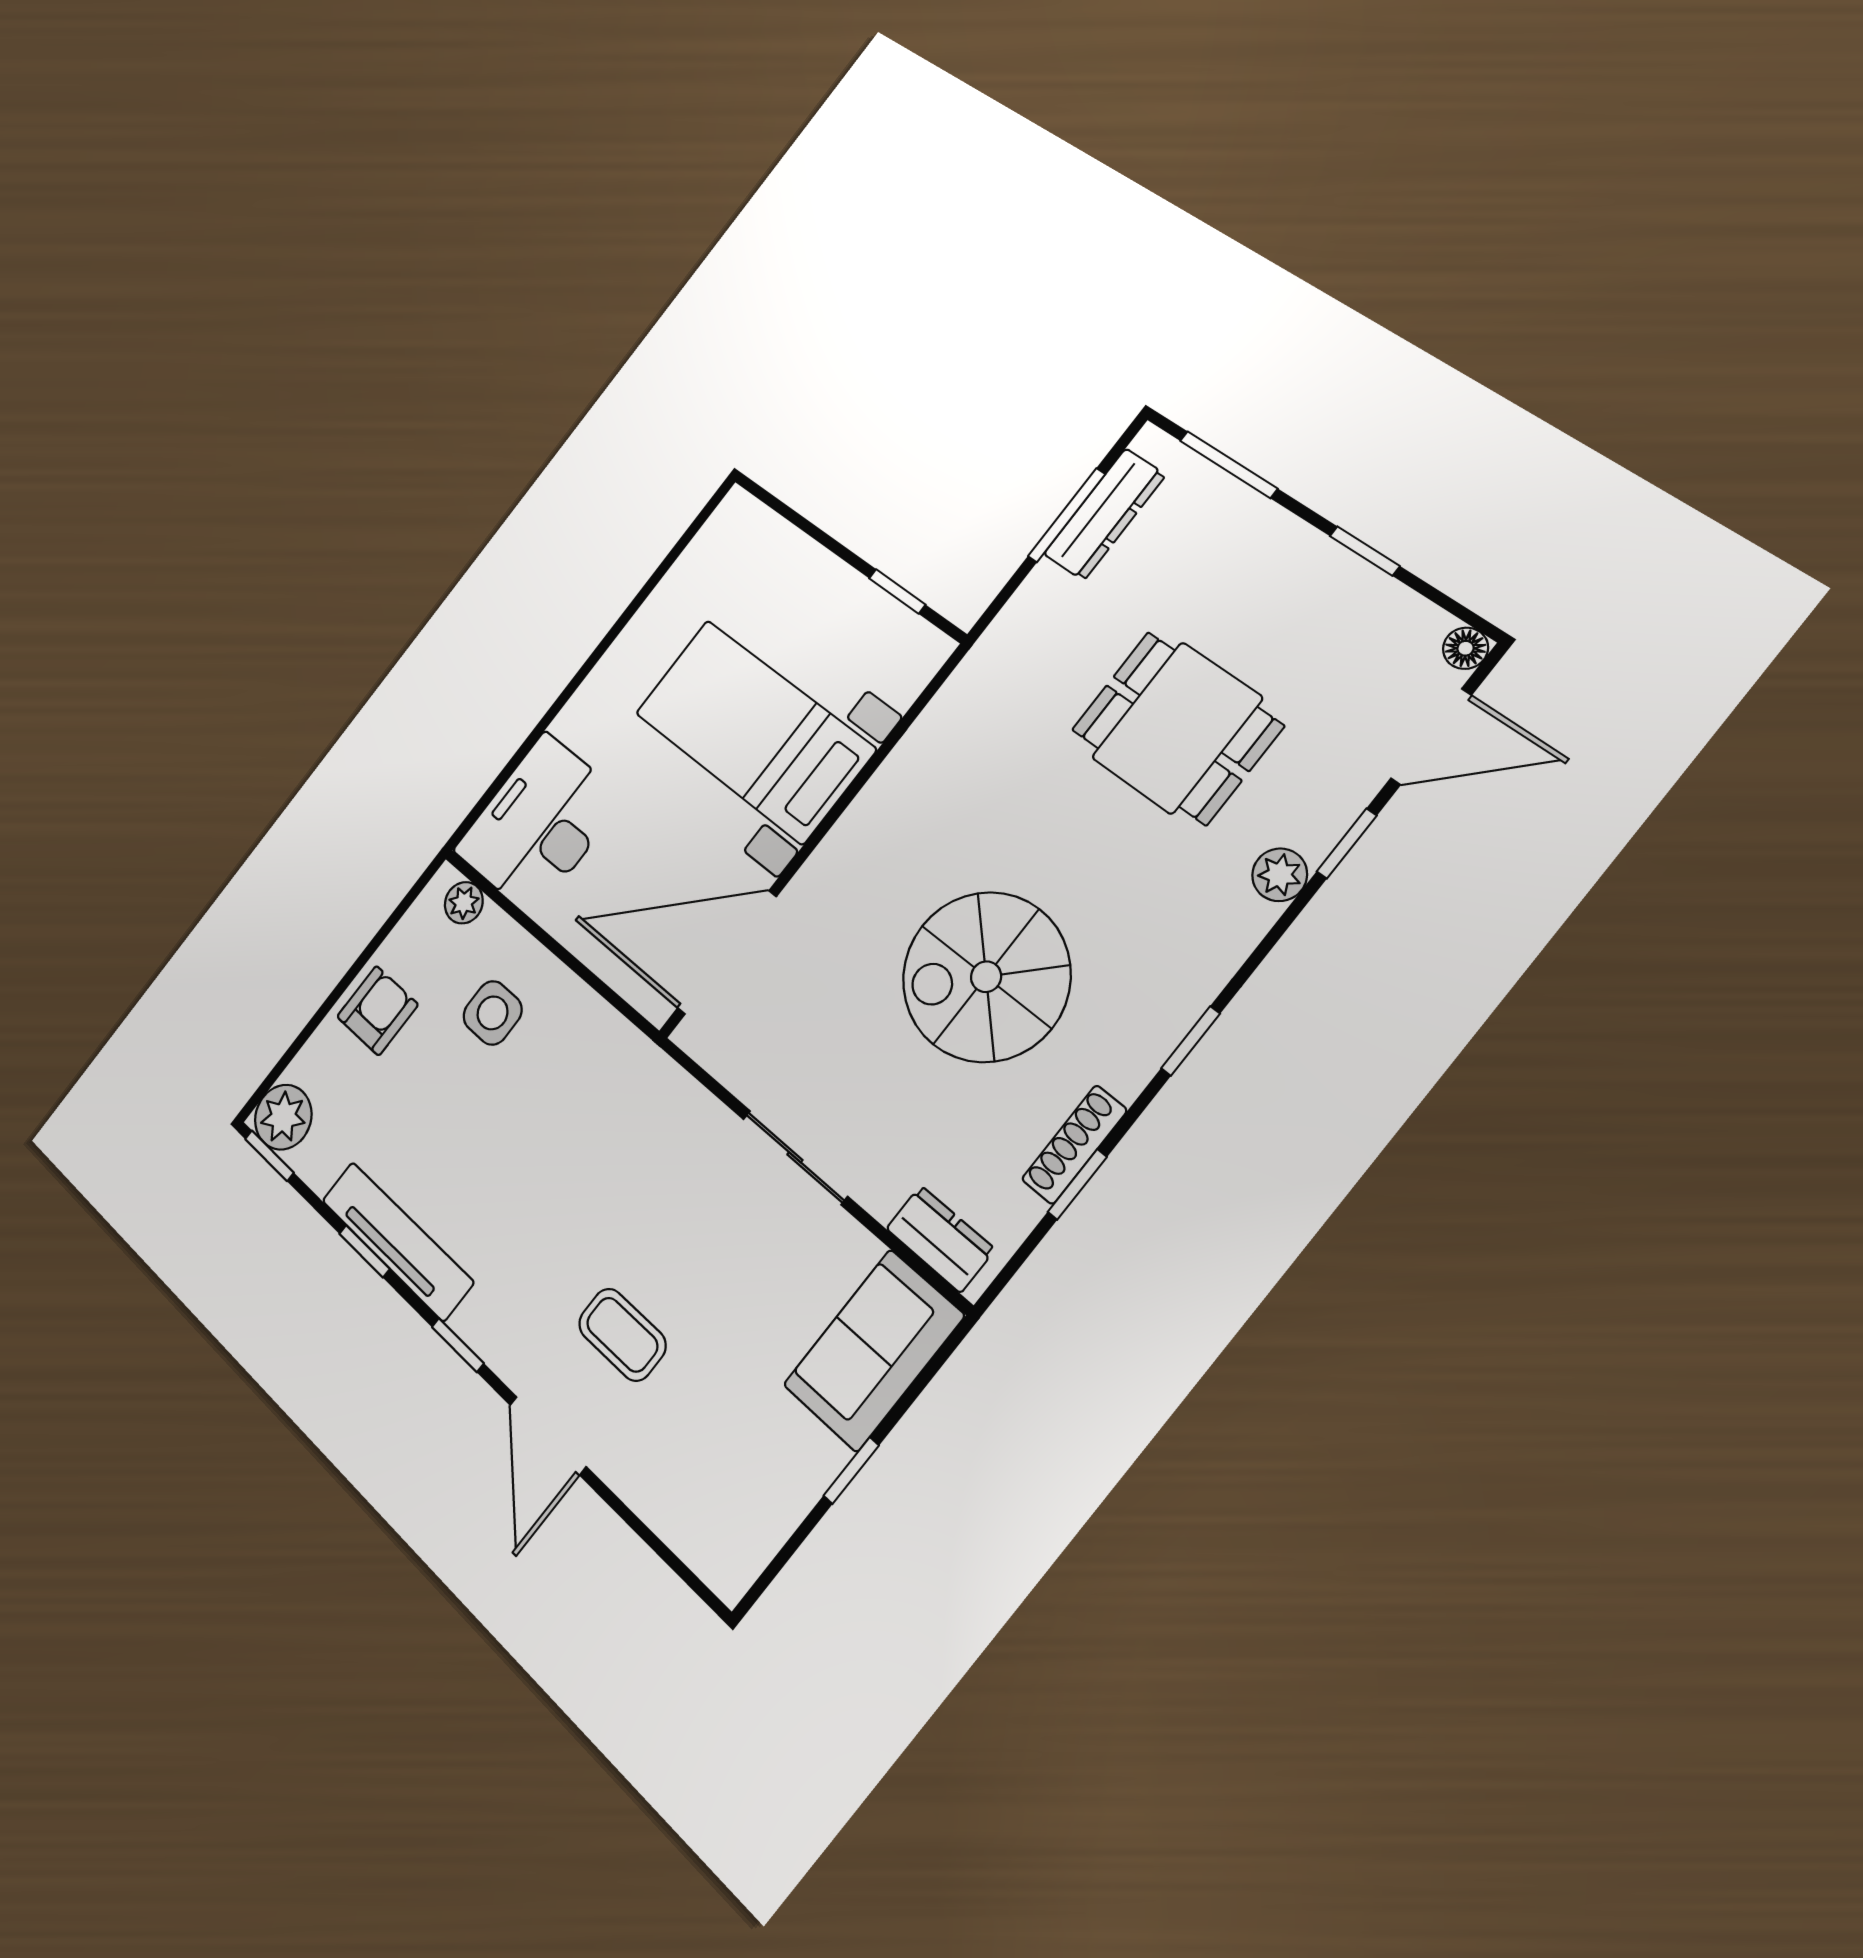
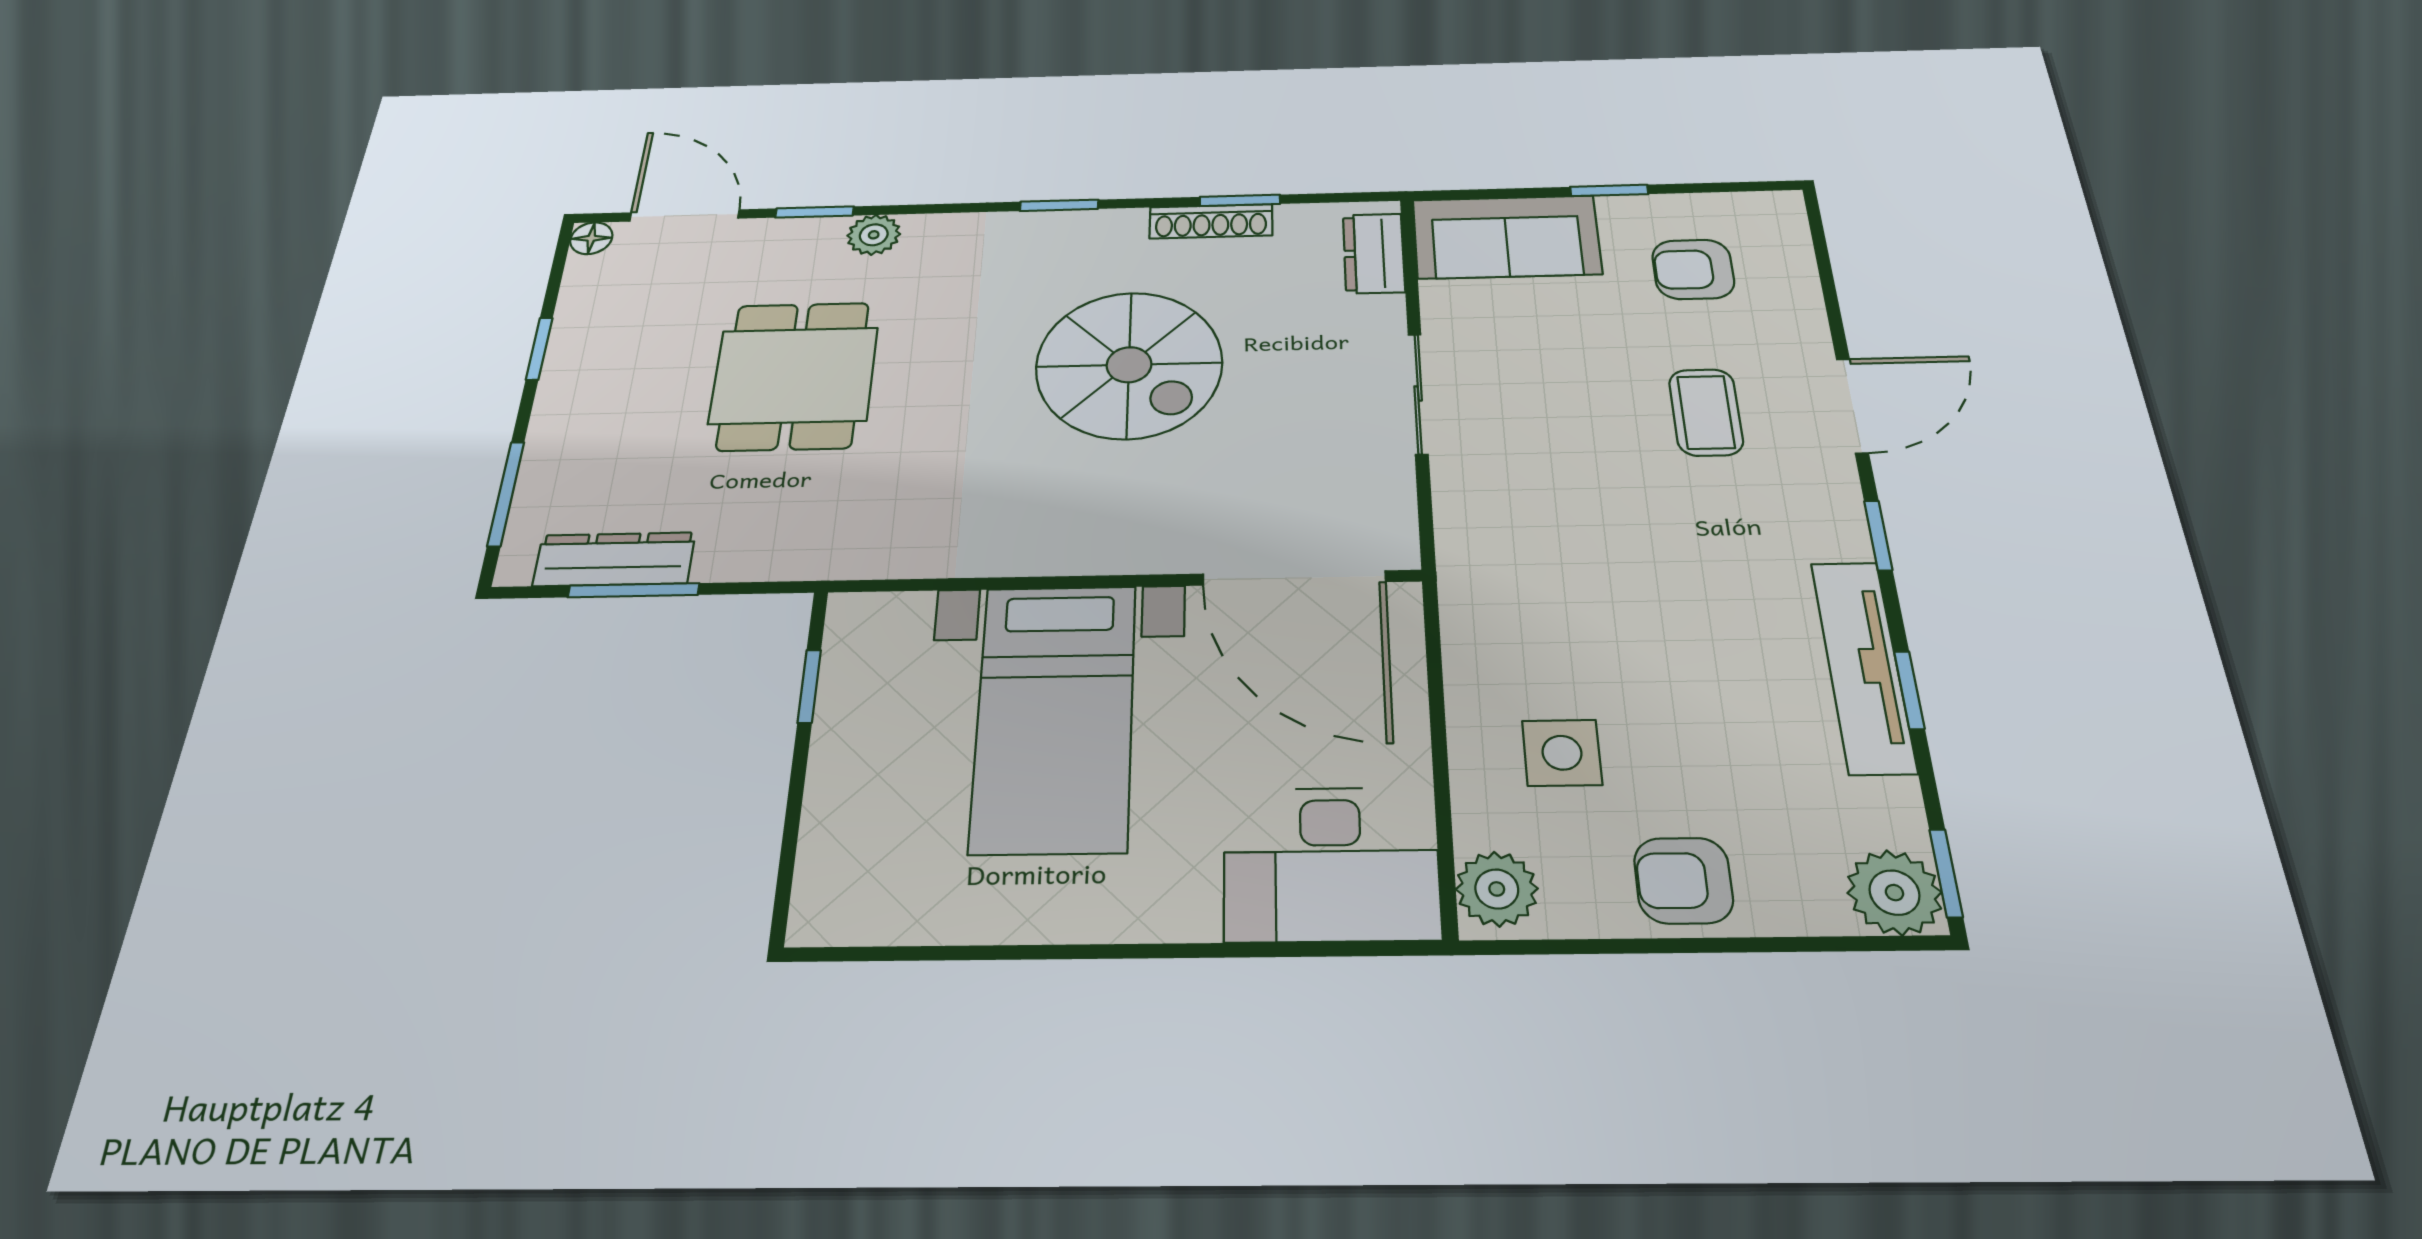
plant: (464, 903) -> (1497, 889), width x1.38, depth x1.38
armchair: (734, 1453) -> (1693, 269), added

